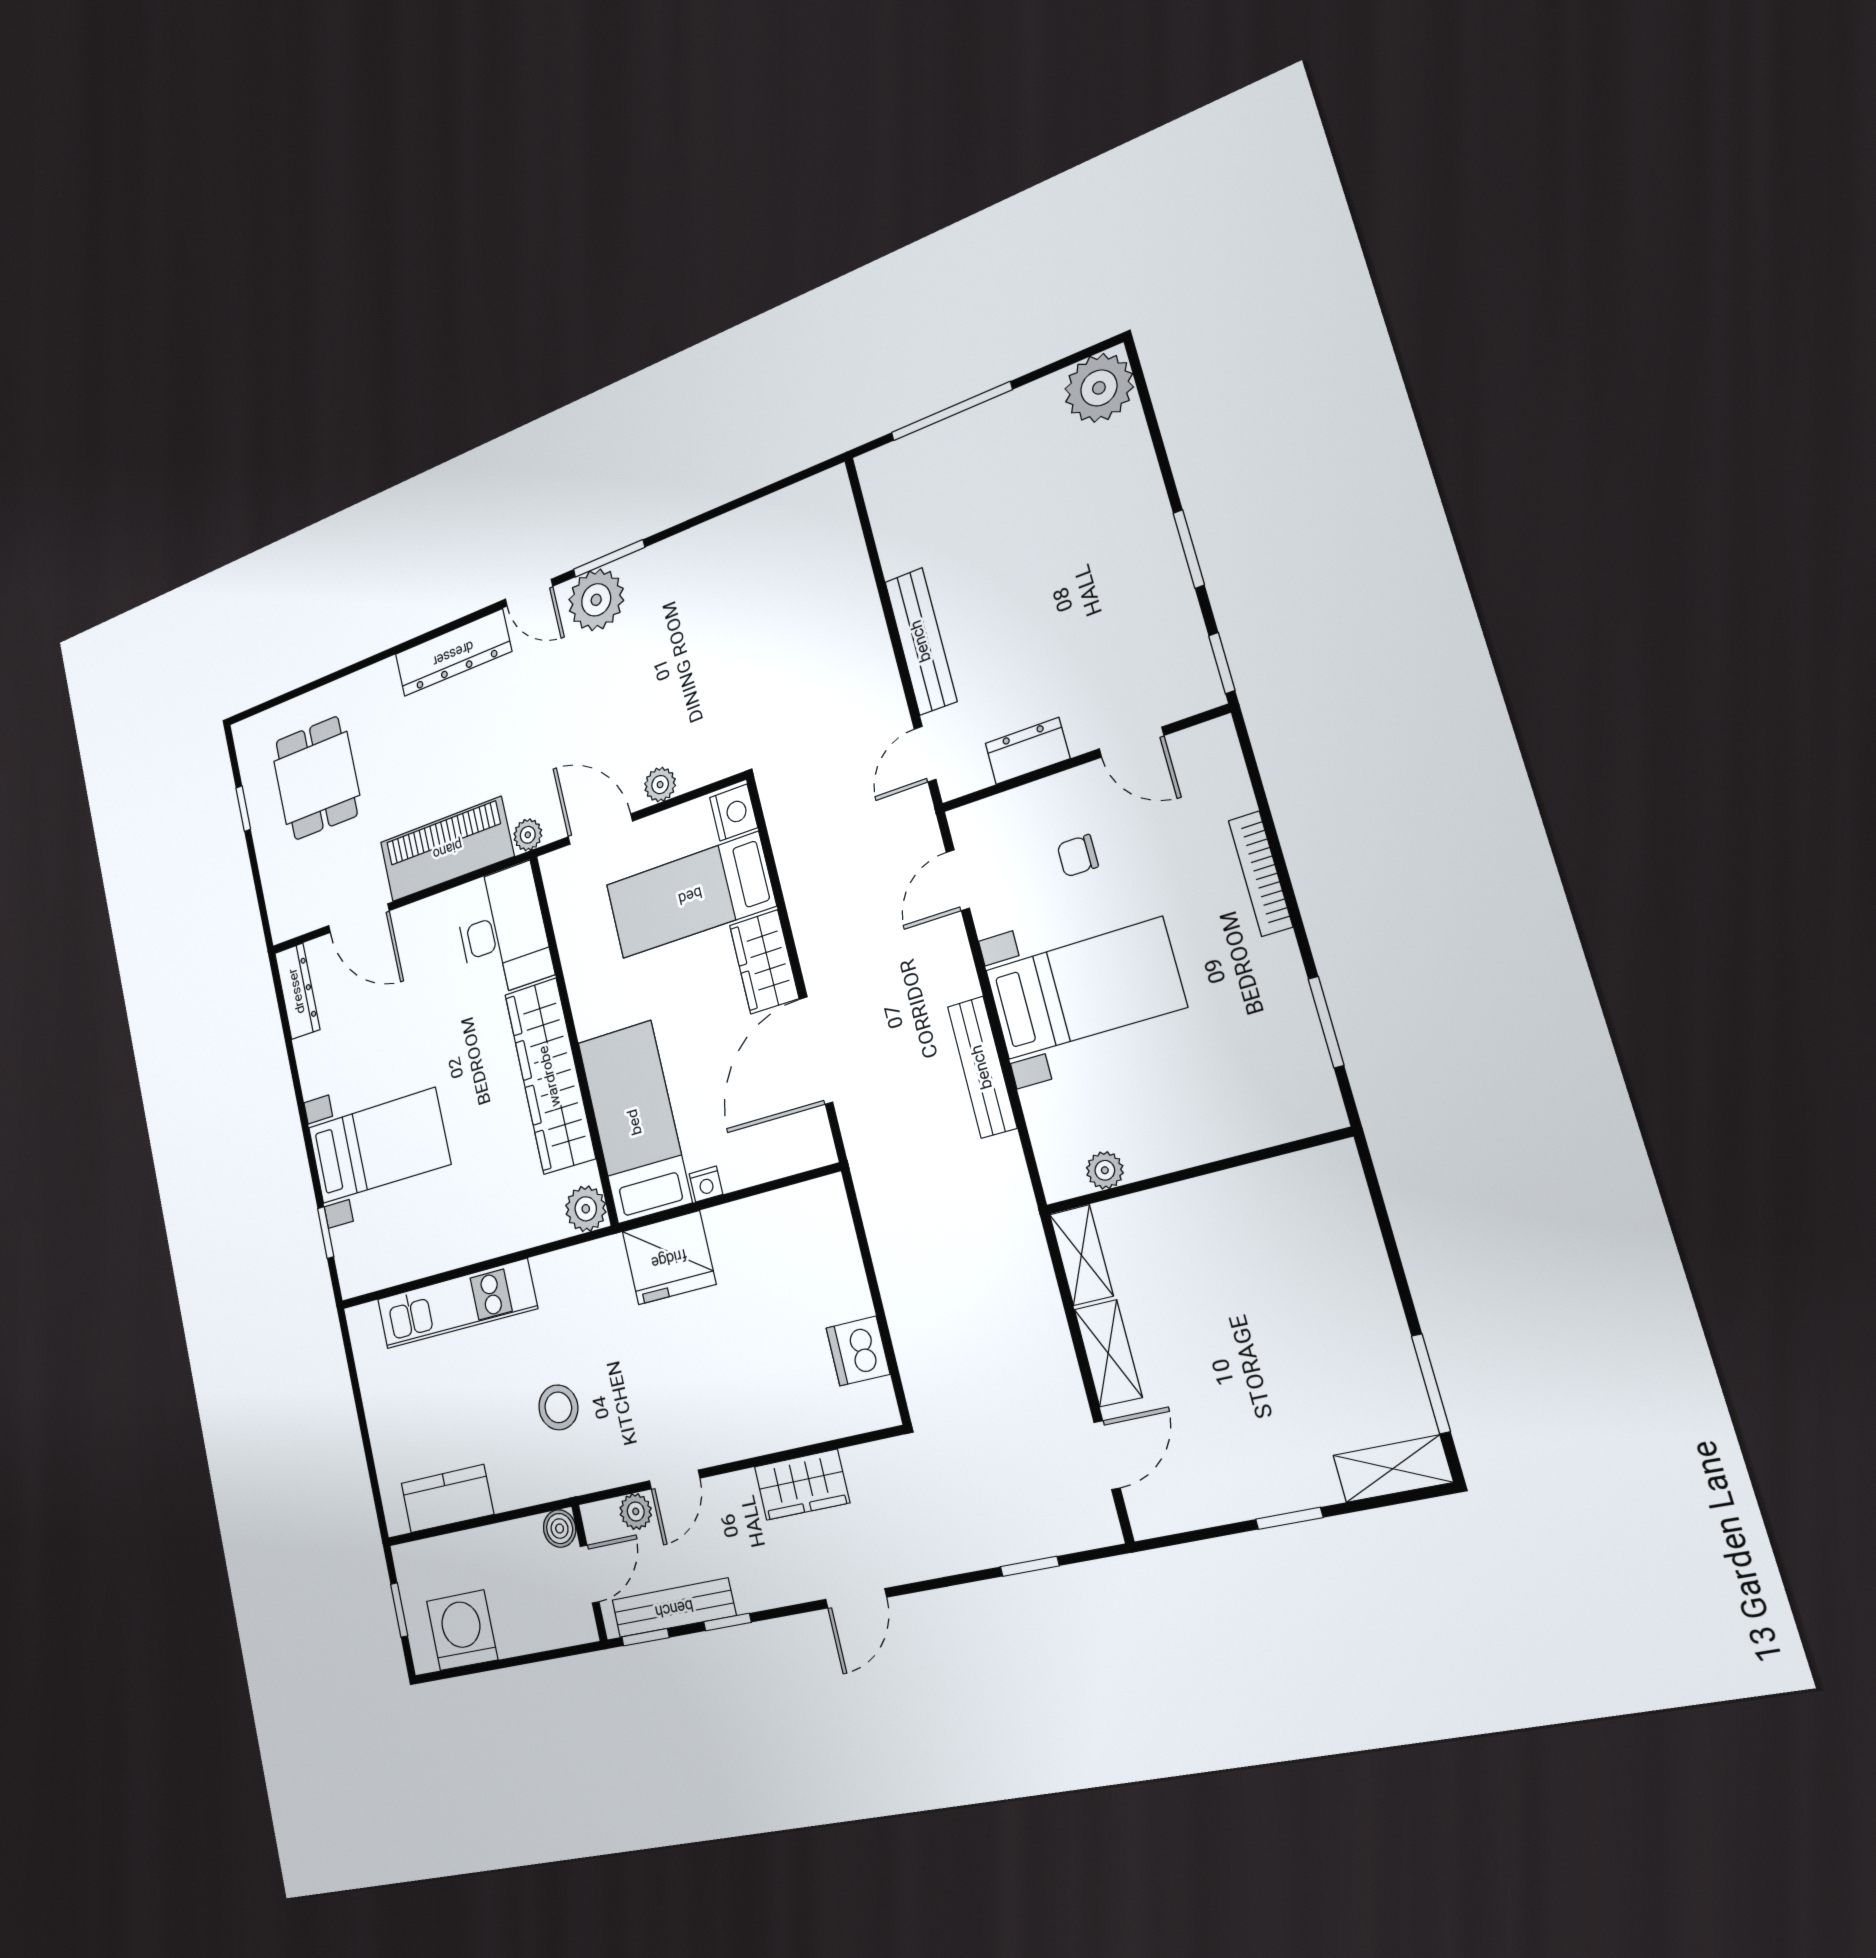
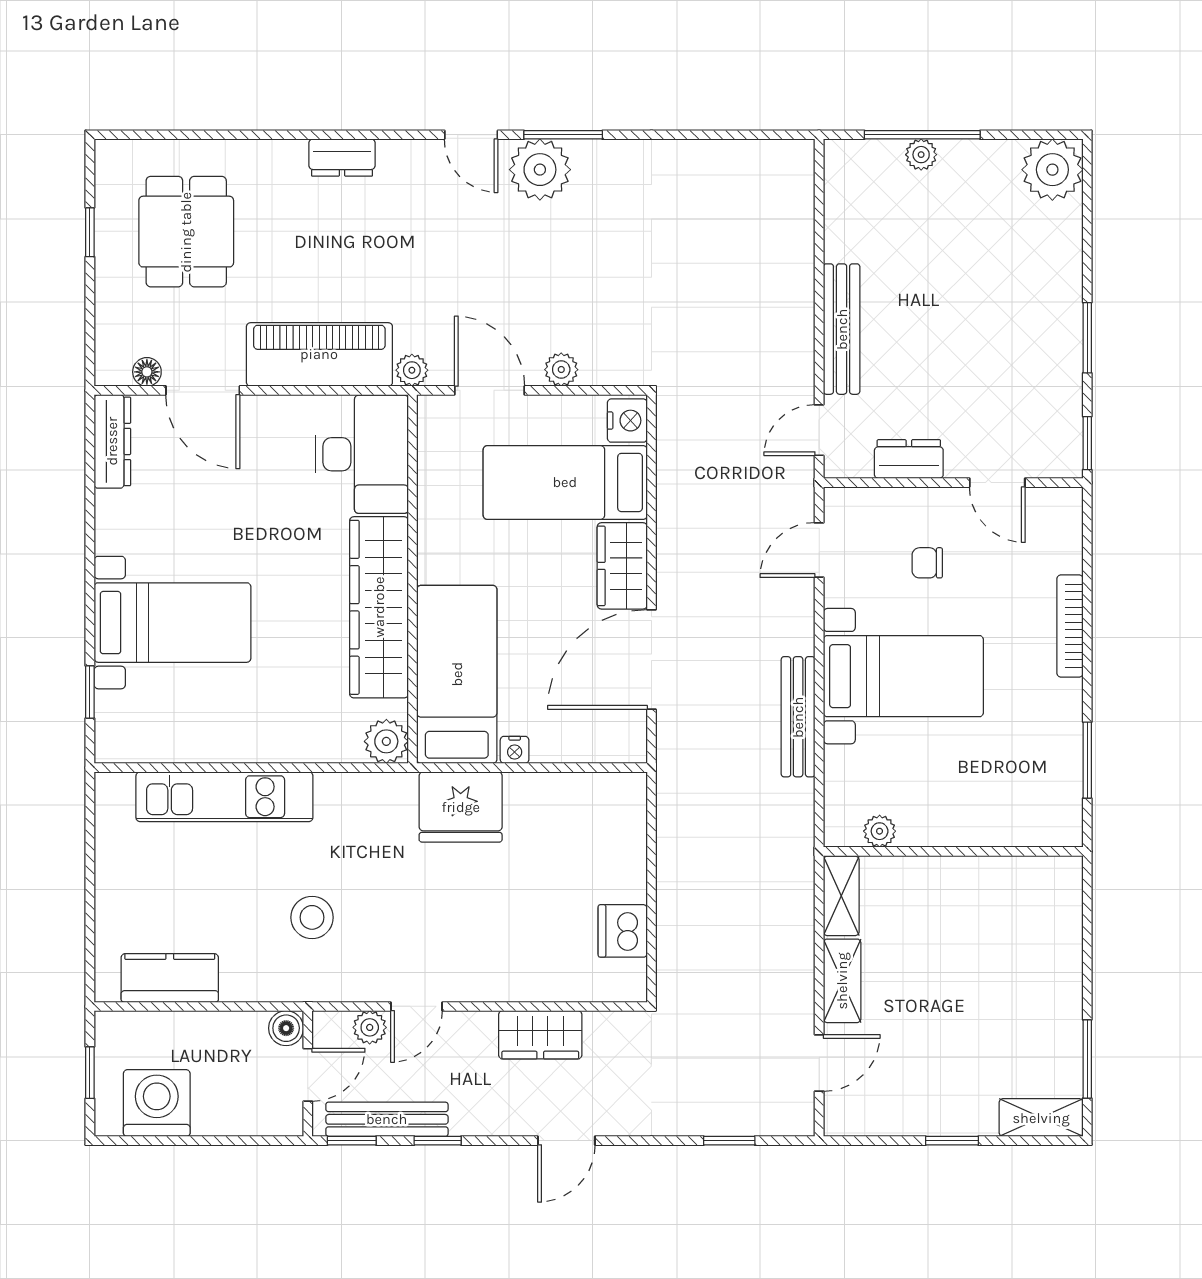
plant: (955, 432) -> (921, 155), added
dresser: (453, 653) -> (342, 158), width x0.51, depth x0.80
floor lamp: (311, 917) -> (147, 372), added

